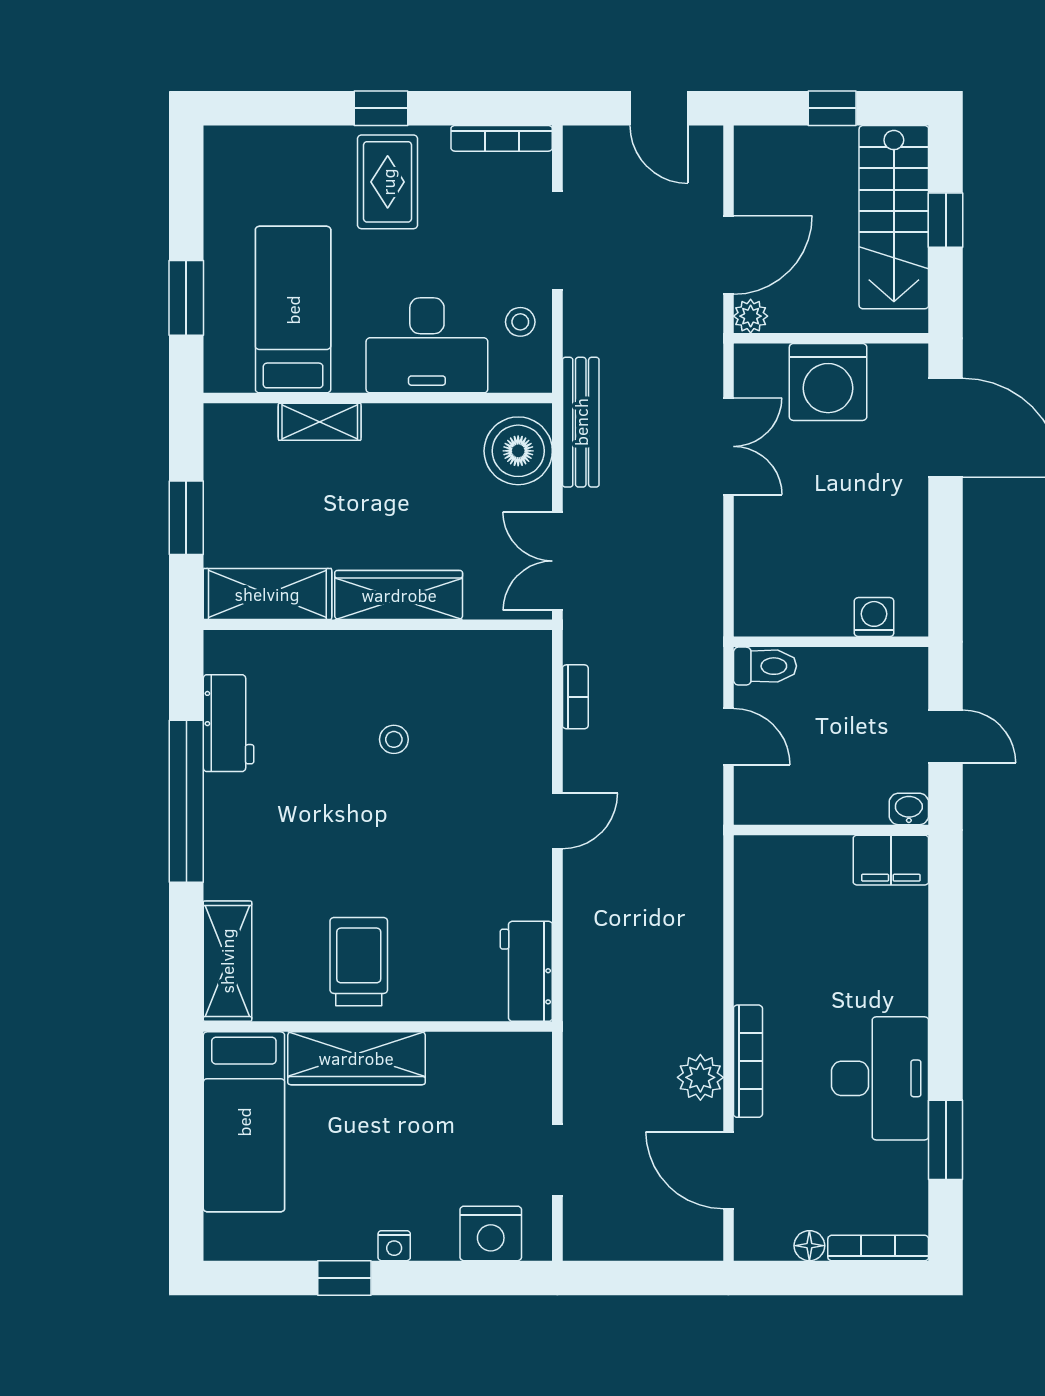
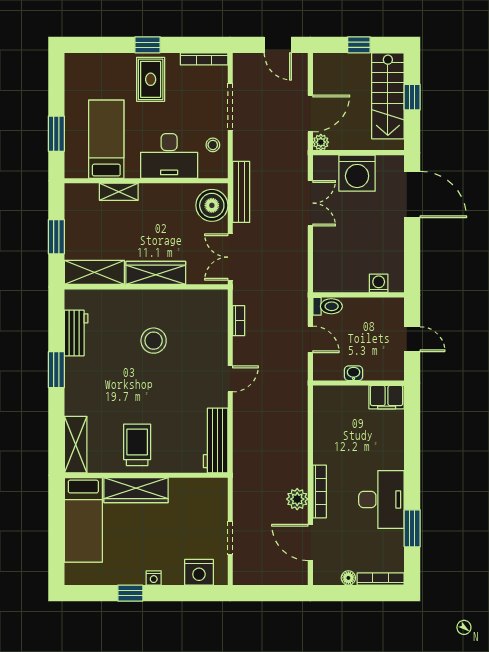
stool: (394, 739) -> (154, 341), width x1.89, depth x1.89
window: (186, 801) -> (56, 370), width x0.47
washbasin: (909, 809) -> (354, 373), moved
workbench: (526, 971) -> (216, 440), width x1.38

